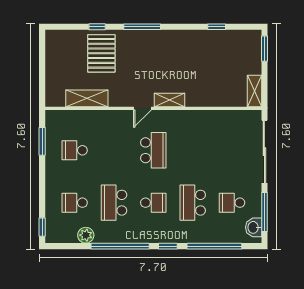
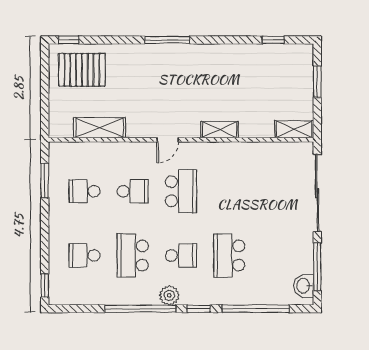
window: (97, 27) -> (69, 40), moved
window: (217, 27) -> (273, 40), moved
window: (264, 49) -> (317, 82), moved
pallet: (101, 53) -> (82, 70), moved, turned 90
shelving: (254, 91) -> (294, 129), moved, turned 90
shelving: (170, 100) -> (220, 130), moved
school desk: (232, 203) -> (133, 191), moved, turned 180
plant: (86, 235) -> (169, 295), moved

